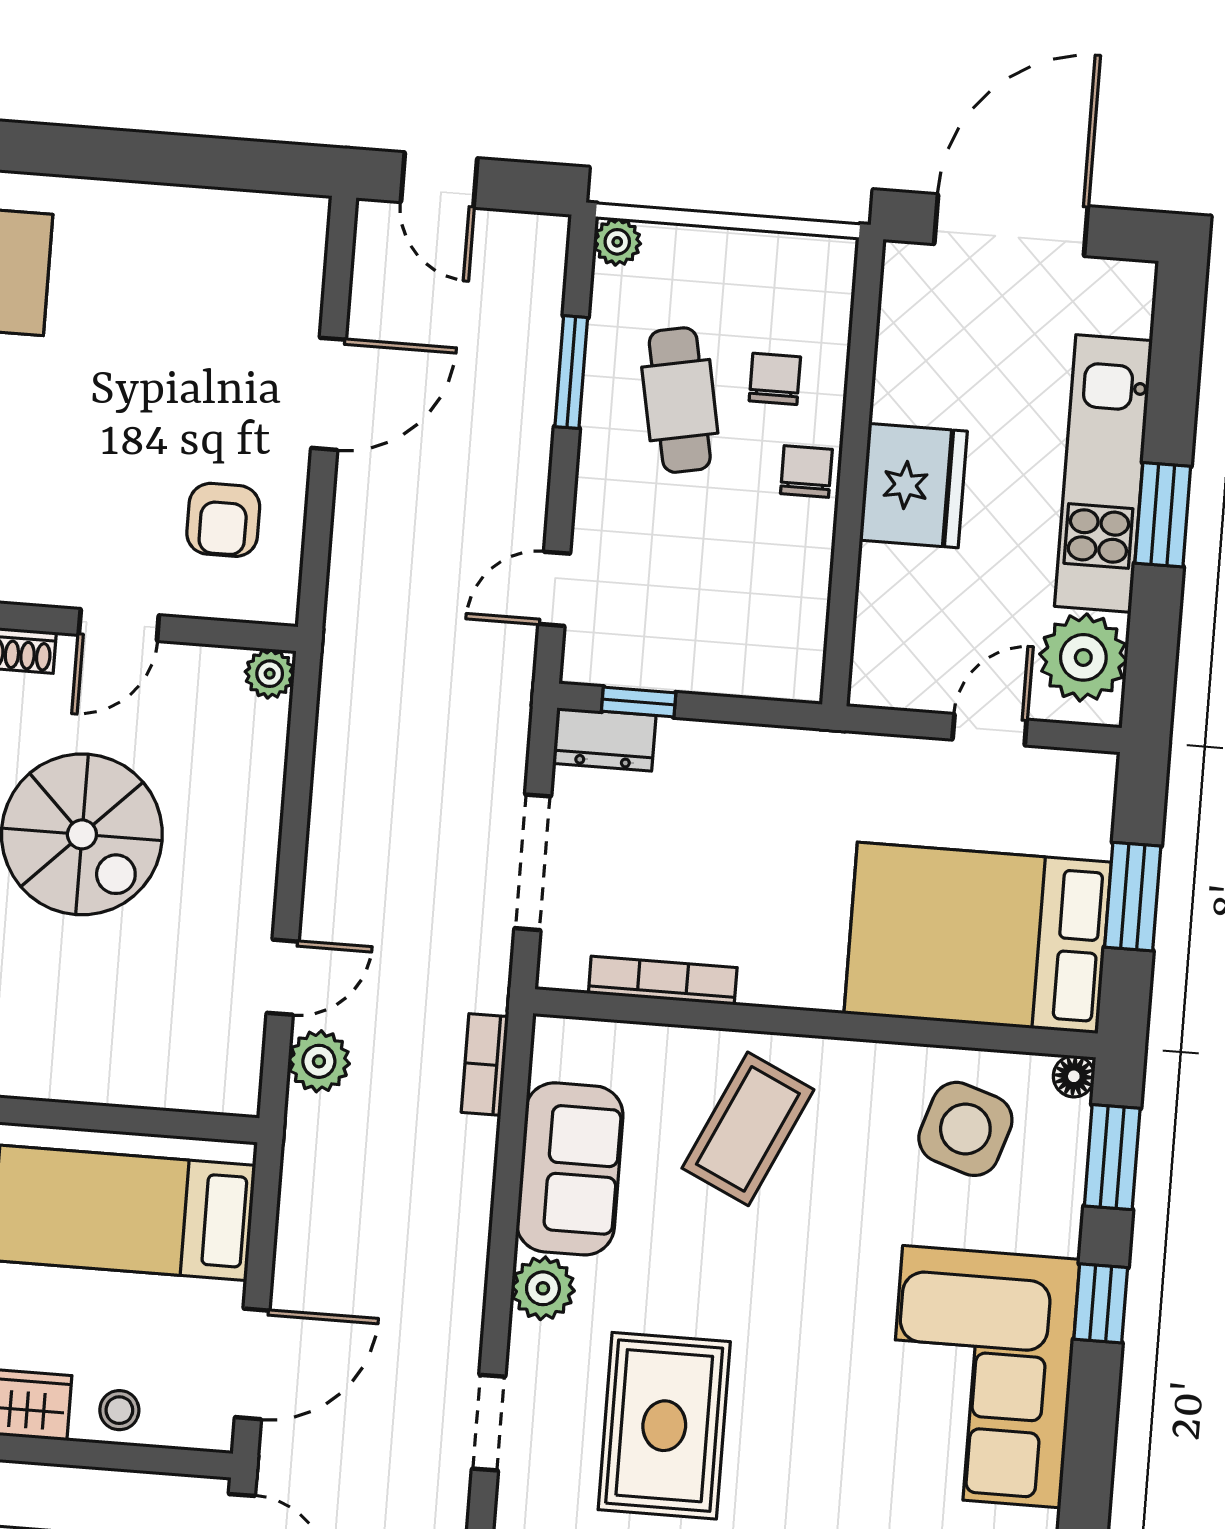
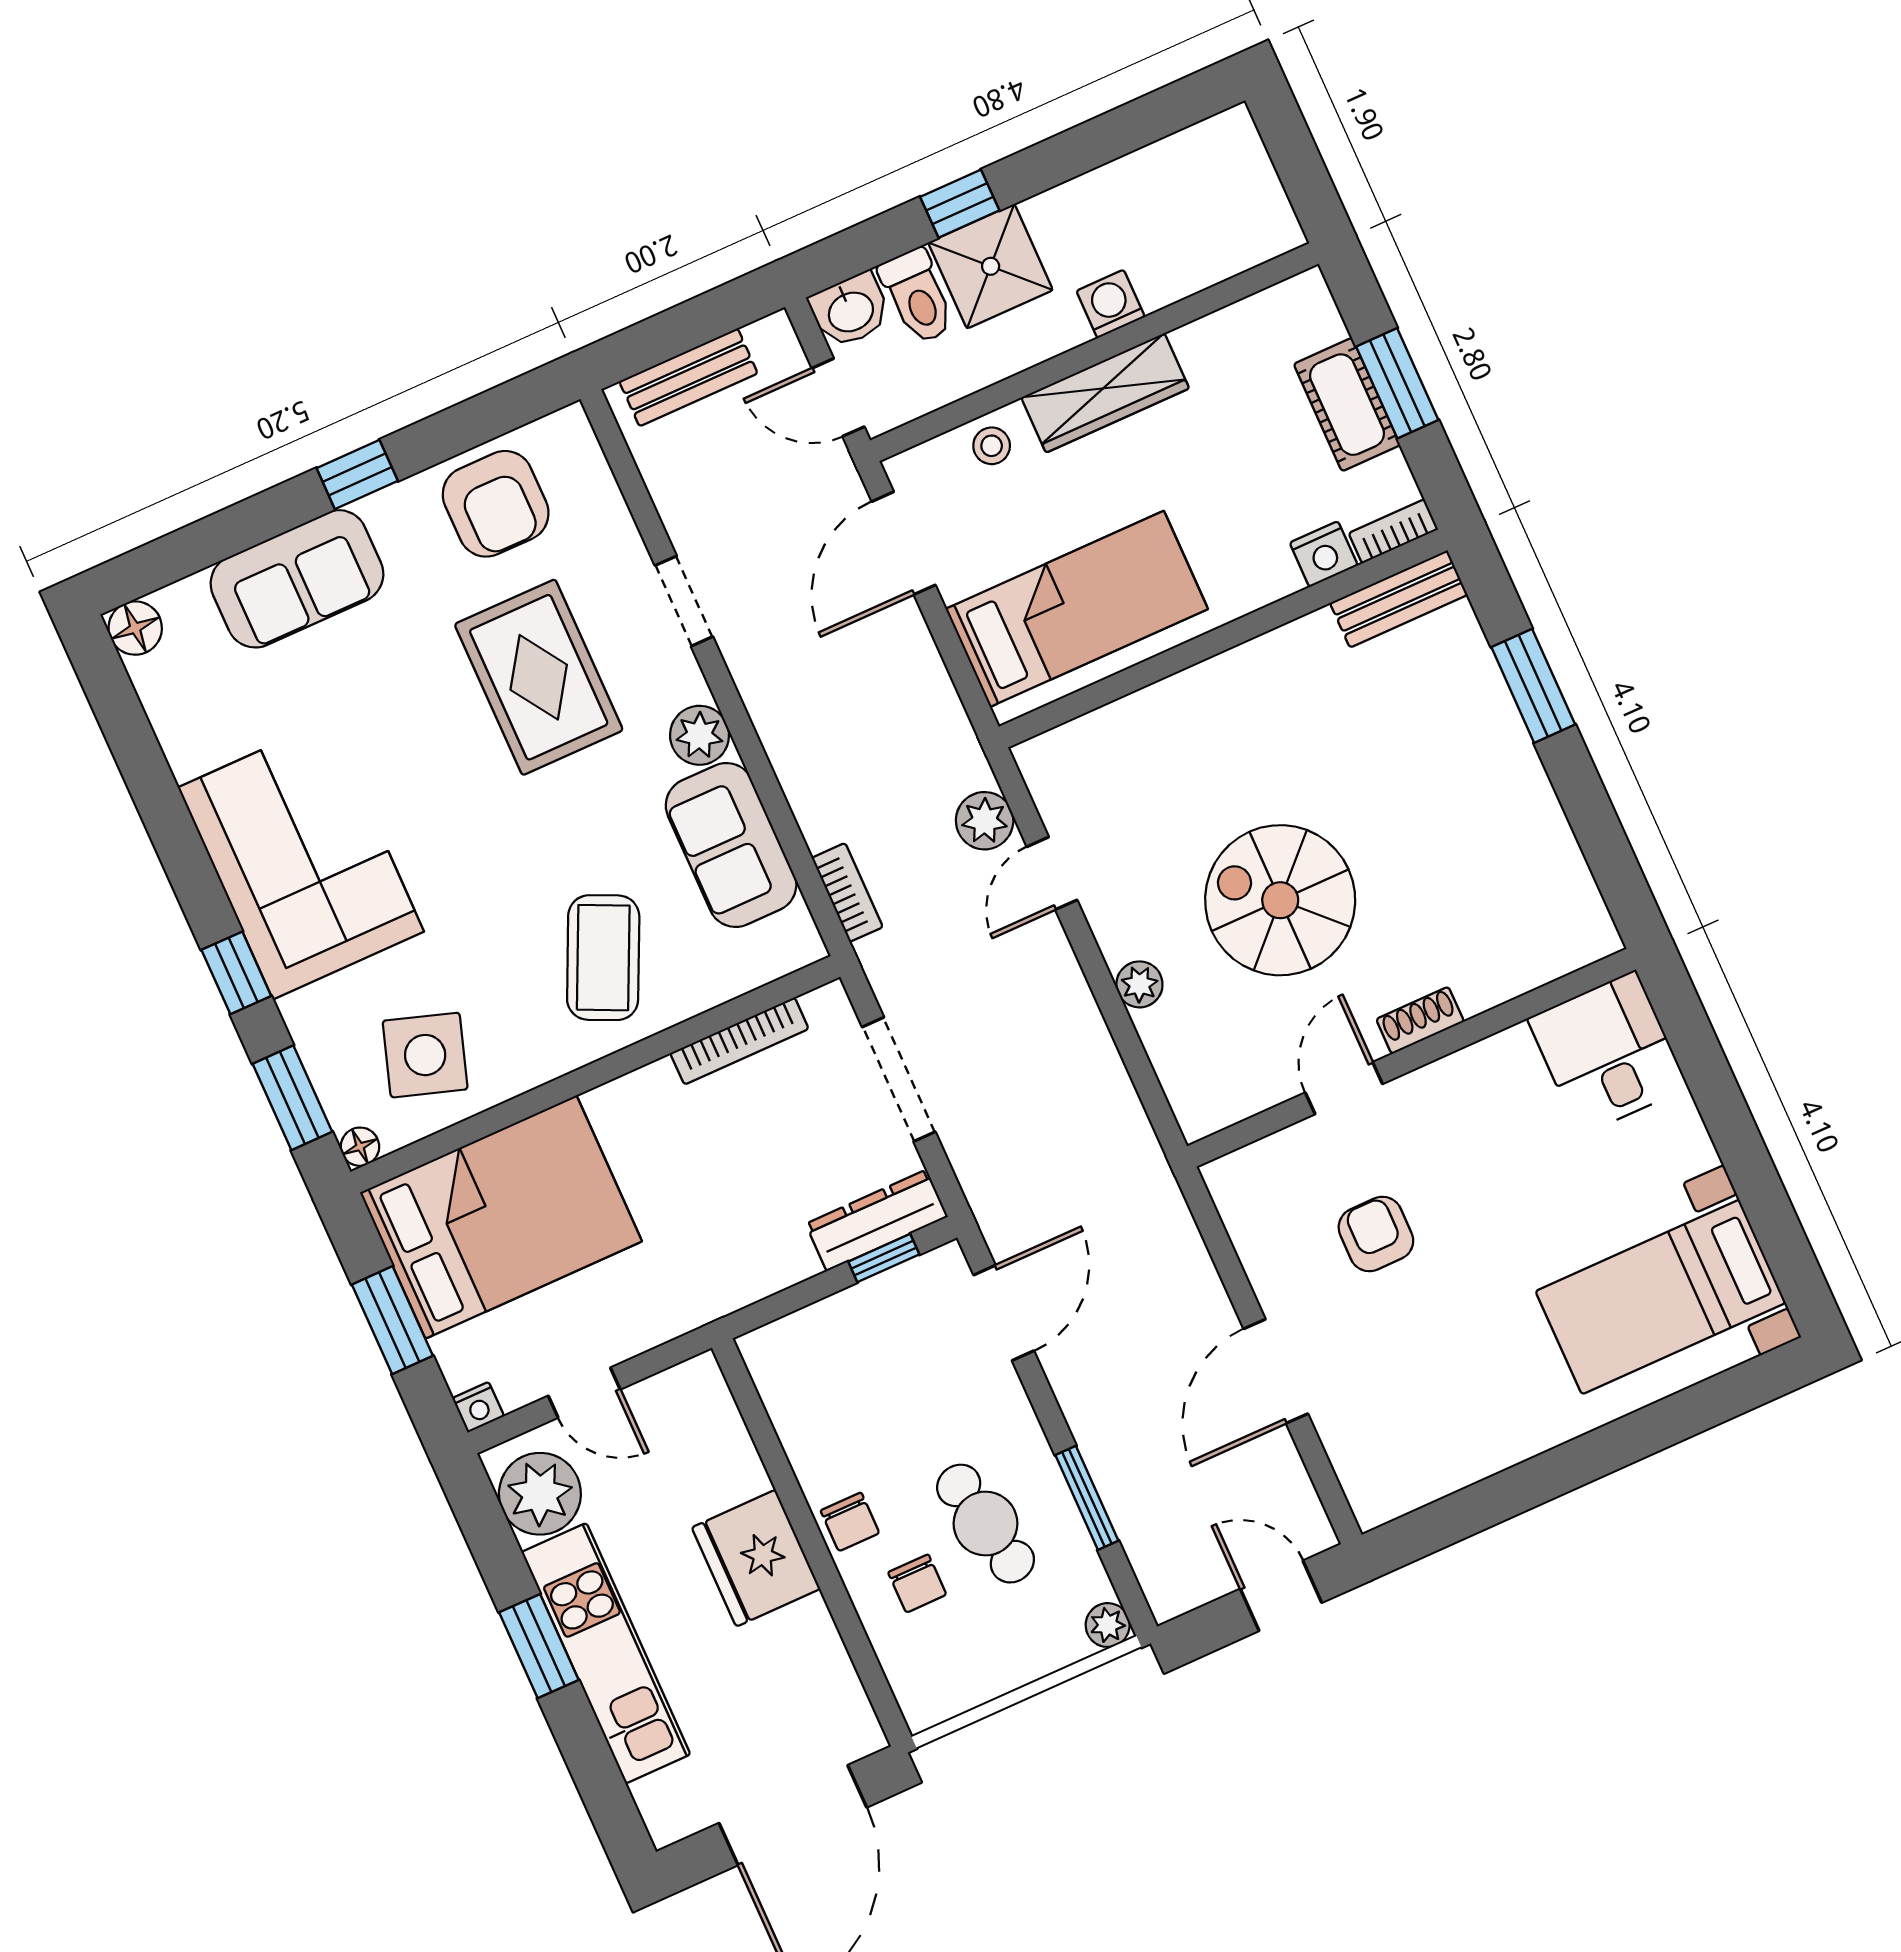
armchair: (223, 520) -> (1376, 1234), moved
door: (554, 589) -> (1004, 1313), width x1.38
plant: (270, 674) -> (1139, 984), moved
door: (990, 730) -> (584, 1393), hinge flipped
dresser: (604, 739) -> (877, 1220), width x1.44
nightstand: (1097, 771) -> (478, 1407), added

